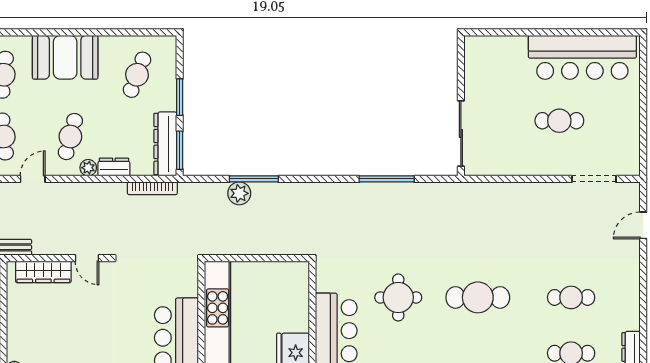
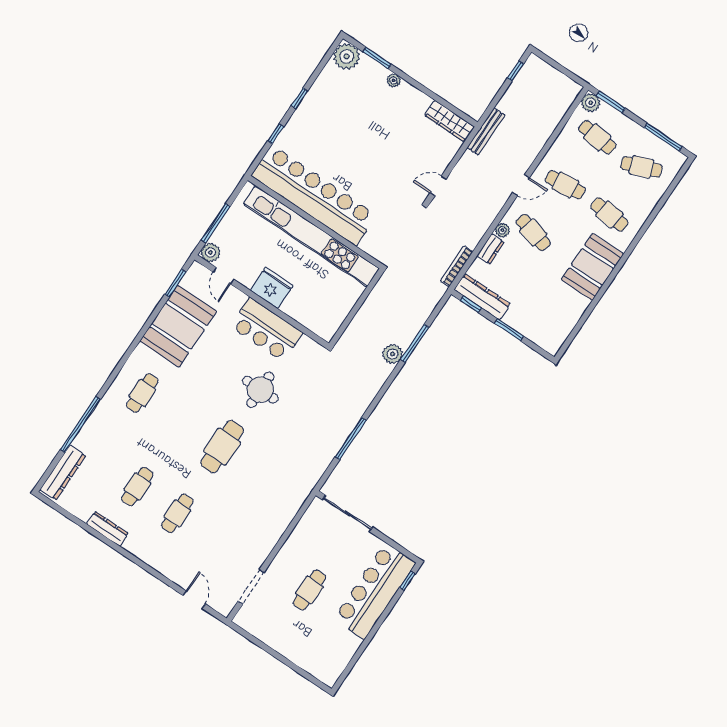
window: (487, 32) -> (408, 581), added
bar counter: (582, 57) -> (375, 591), moved
cafe table: (137, 75) -> (545, 310), removed
window: (180, 150) -> (471, 304), width x0.67
door: (33, 179) -> (521, 185), hinge flipped
plant: (239, 193) -> (393, 354), moved
wardrobe: (43, 272) -> (450, 121), moved, turned -90

